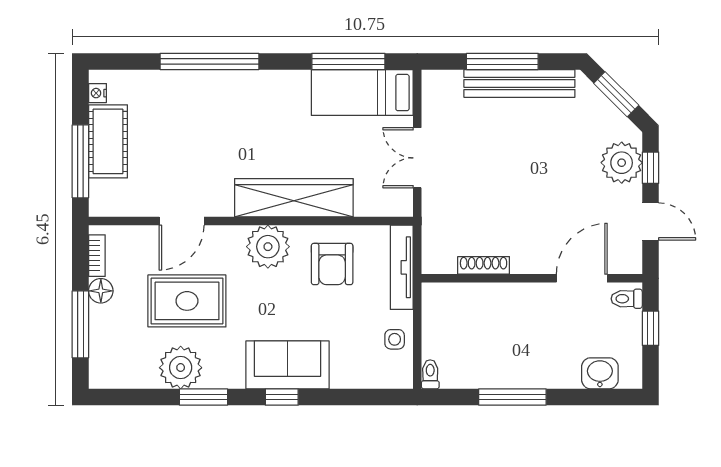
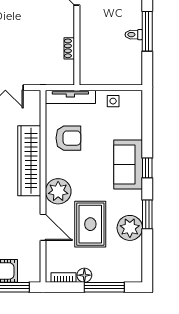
plant: (268, 247) -> (58, 191), moved
shoe rack: (484, 265) -> (69, 48), width x0.70
toilet: (430, 374) -> (134, 35), moved

